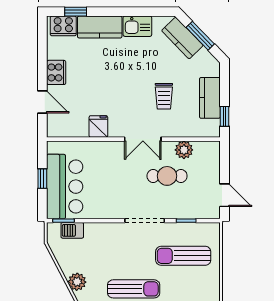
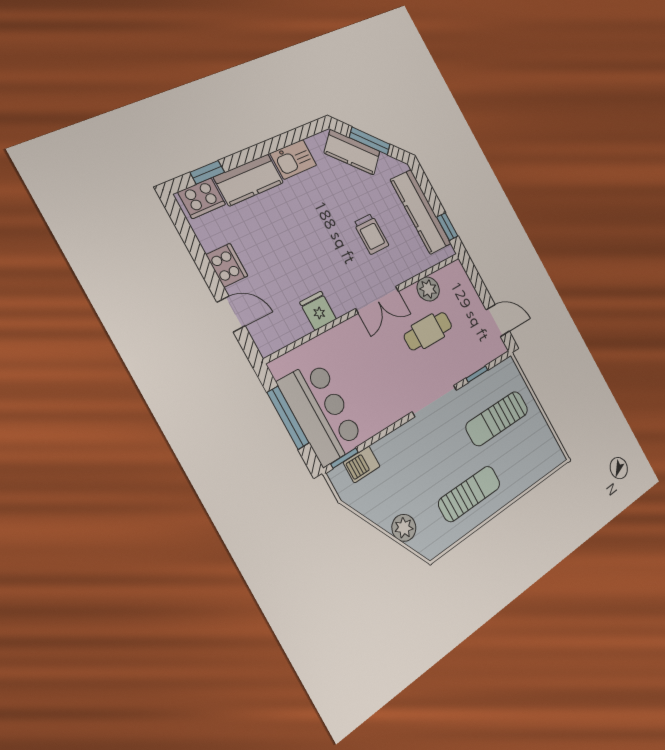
kitchen counter: (210, 98) -> (421, 212), width x1.50
window: (42, 179) -> (288, 418), width x2.17

